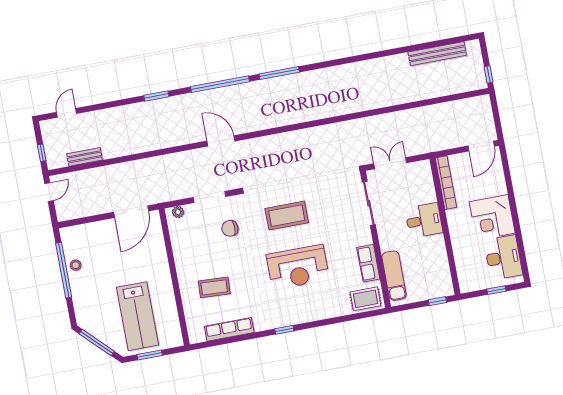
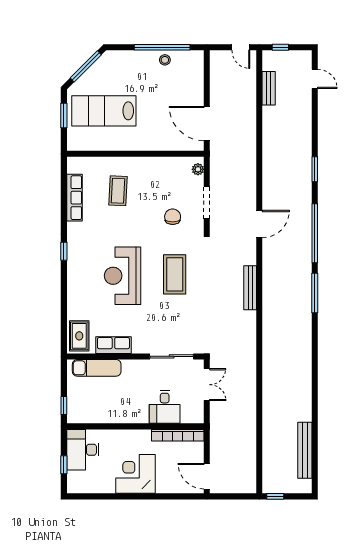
bench: (286, 138) -> (250, 288), added
desk: (424, 220) -> (165, 407), moved
desk: (503, 258) -> (83, 450), moved, turned 90

